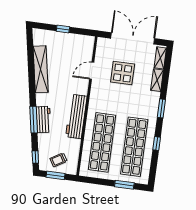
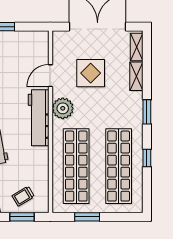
plant: (98, 97) -> (63, 108), added
workbench: (76, 116) -> (39, 118), moved
window: (124, 185) -> (87, 217), moved

